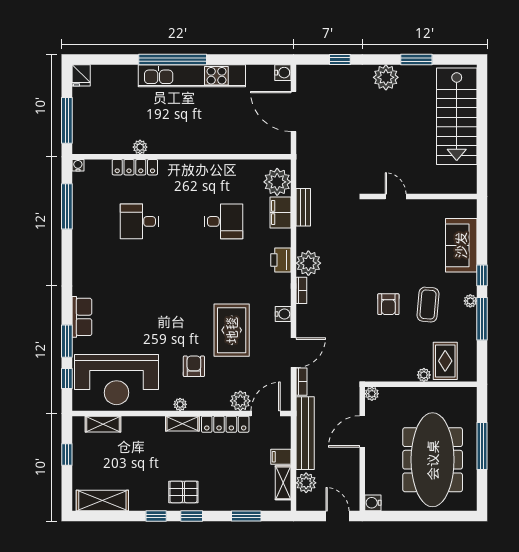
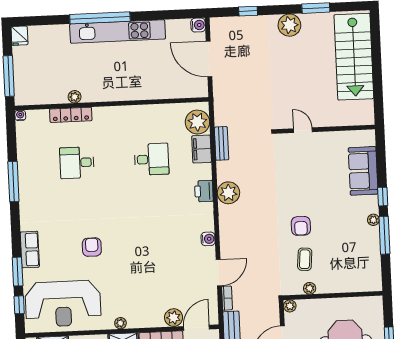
window: (67, 206) -> (13, 182), moved
bookcase: (301, 290) -> (223, 217), removed
coffee table: (428, 305) -> (305, 259), moved, width x0.73, depth x0.77
rug: (232, 330) -> (163, 255), removed
rug: (445, 361) -> (354, 274), removed
armchair: (194, 366) -> (92, 247), moved
plant: (424, 375) -> (310, 288), moved

